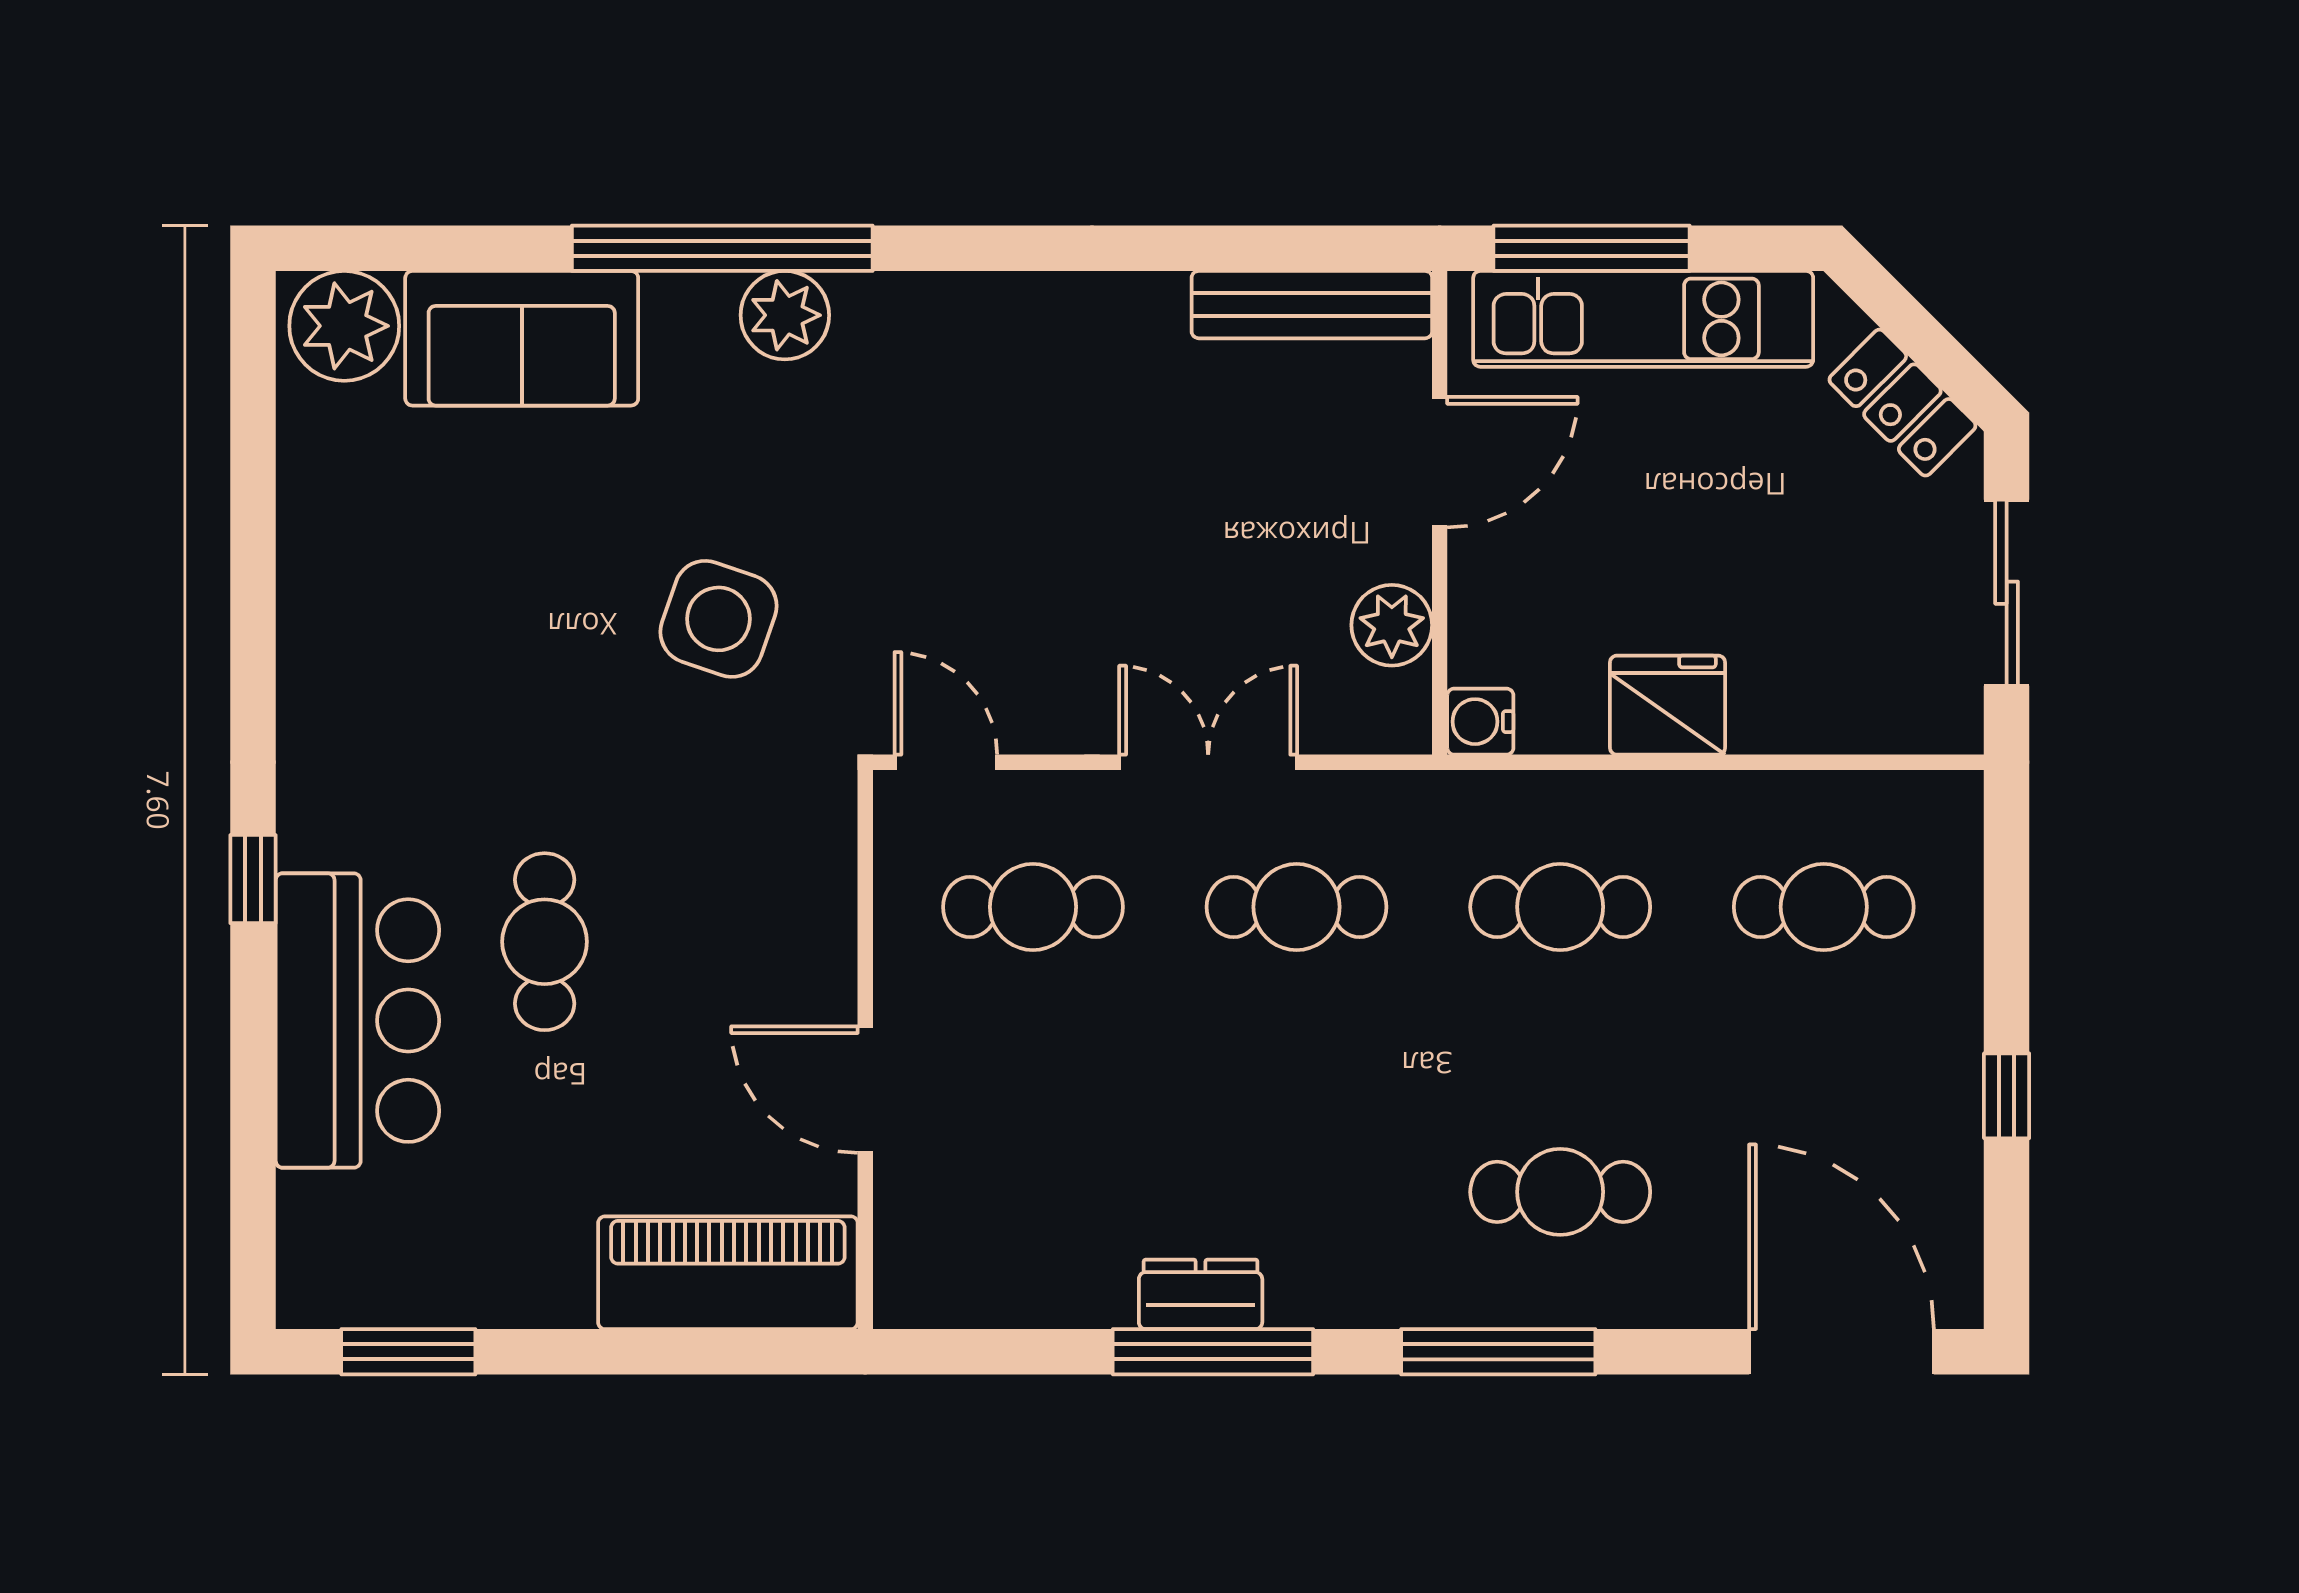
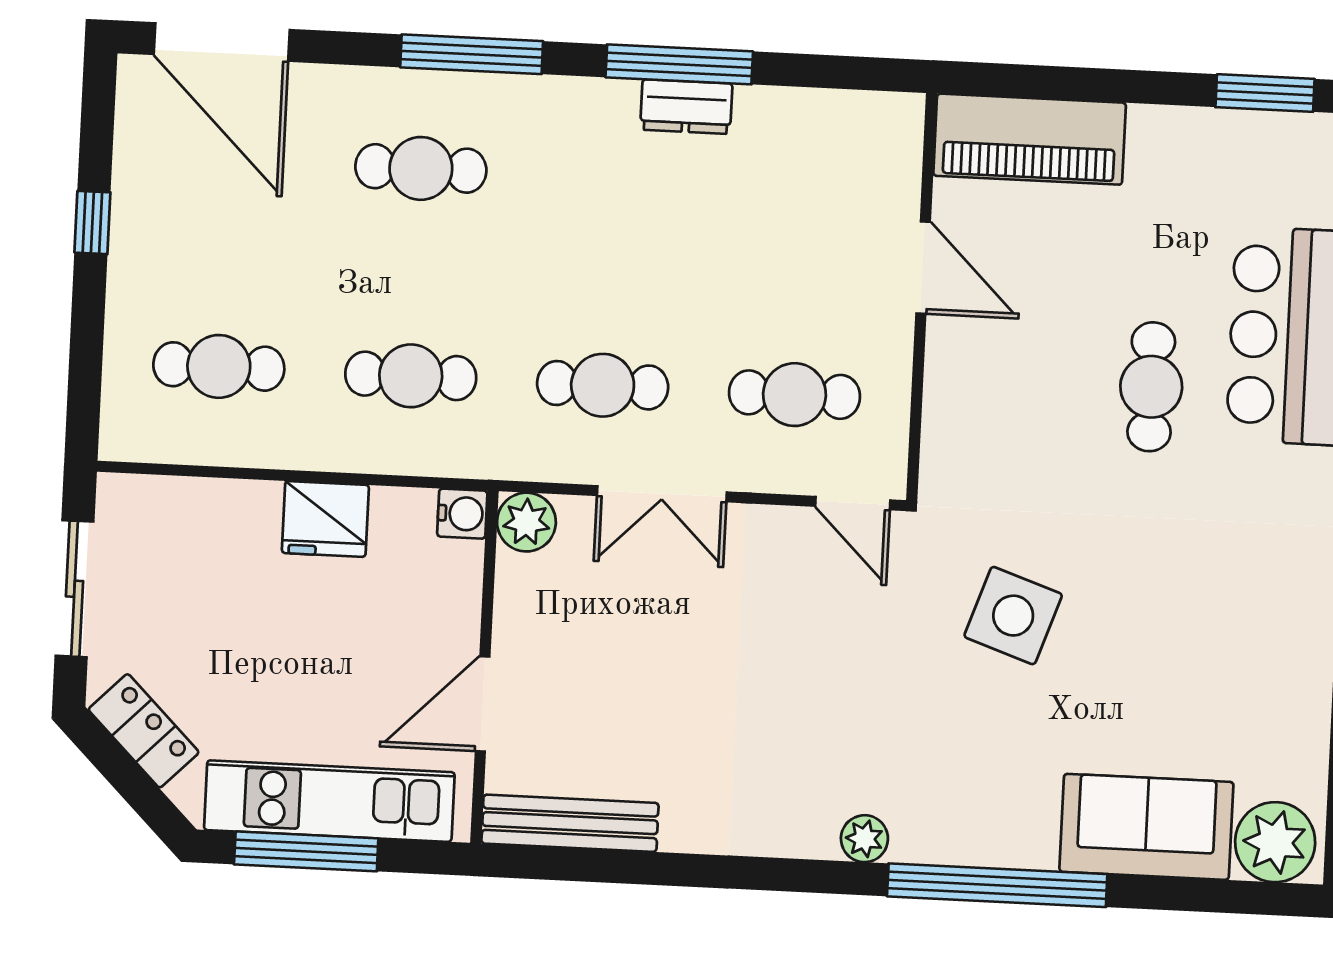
window: (1592, 248) -> (306, 851), moved
plant: (785, 315) -> (864, 839), moved, width x0.73, depth x0.73
plant: (1392, 625) -> (526, 522), moved

